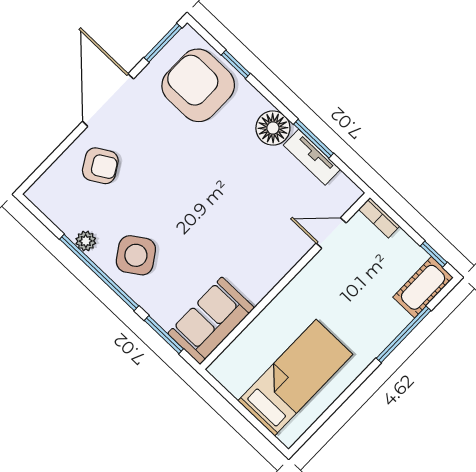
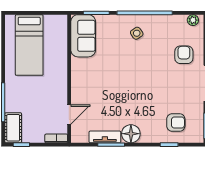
armchair: (198, 85) -> (176, 122), width x0.53, depth x0.53
armchair: (100, 166) -> (184, 55), turned 121
plant: (86, 241) -> (193, 20), moved
side table: (136, 255) -> (137, 33), width x0.54, depth x0.54

